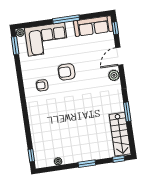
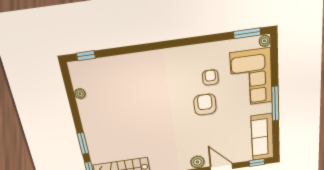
armchair: (42, 85) -> (210, 77), moved
window: (87, 164) -> (83, 143), moved

